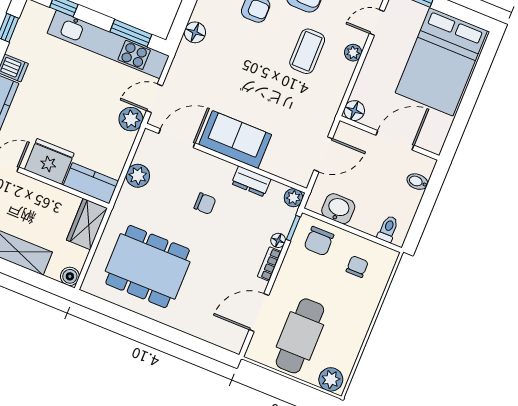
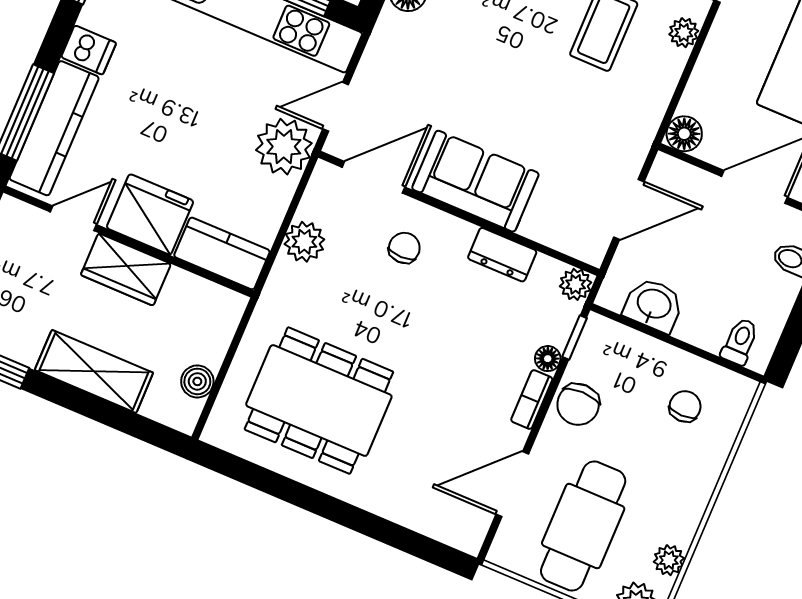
plant: (131, 119) -> (284, 147), width x1.36, depth x1.36
chair: (205, 204) -> (404, 248), moved, turned -90
wardrobe: (87, 224) -> (126, 269), moved, turned -90
chair: (319, 241) -> (578, 404), moved
boiler: (70, 276) -> (197, 381), moved
plant: (349, 355) -> (669, 560), added

